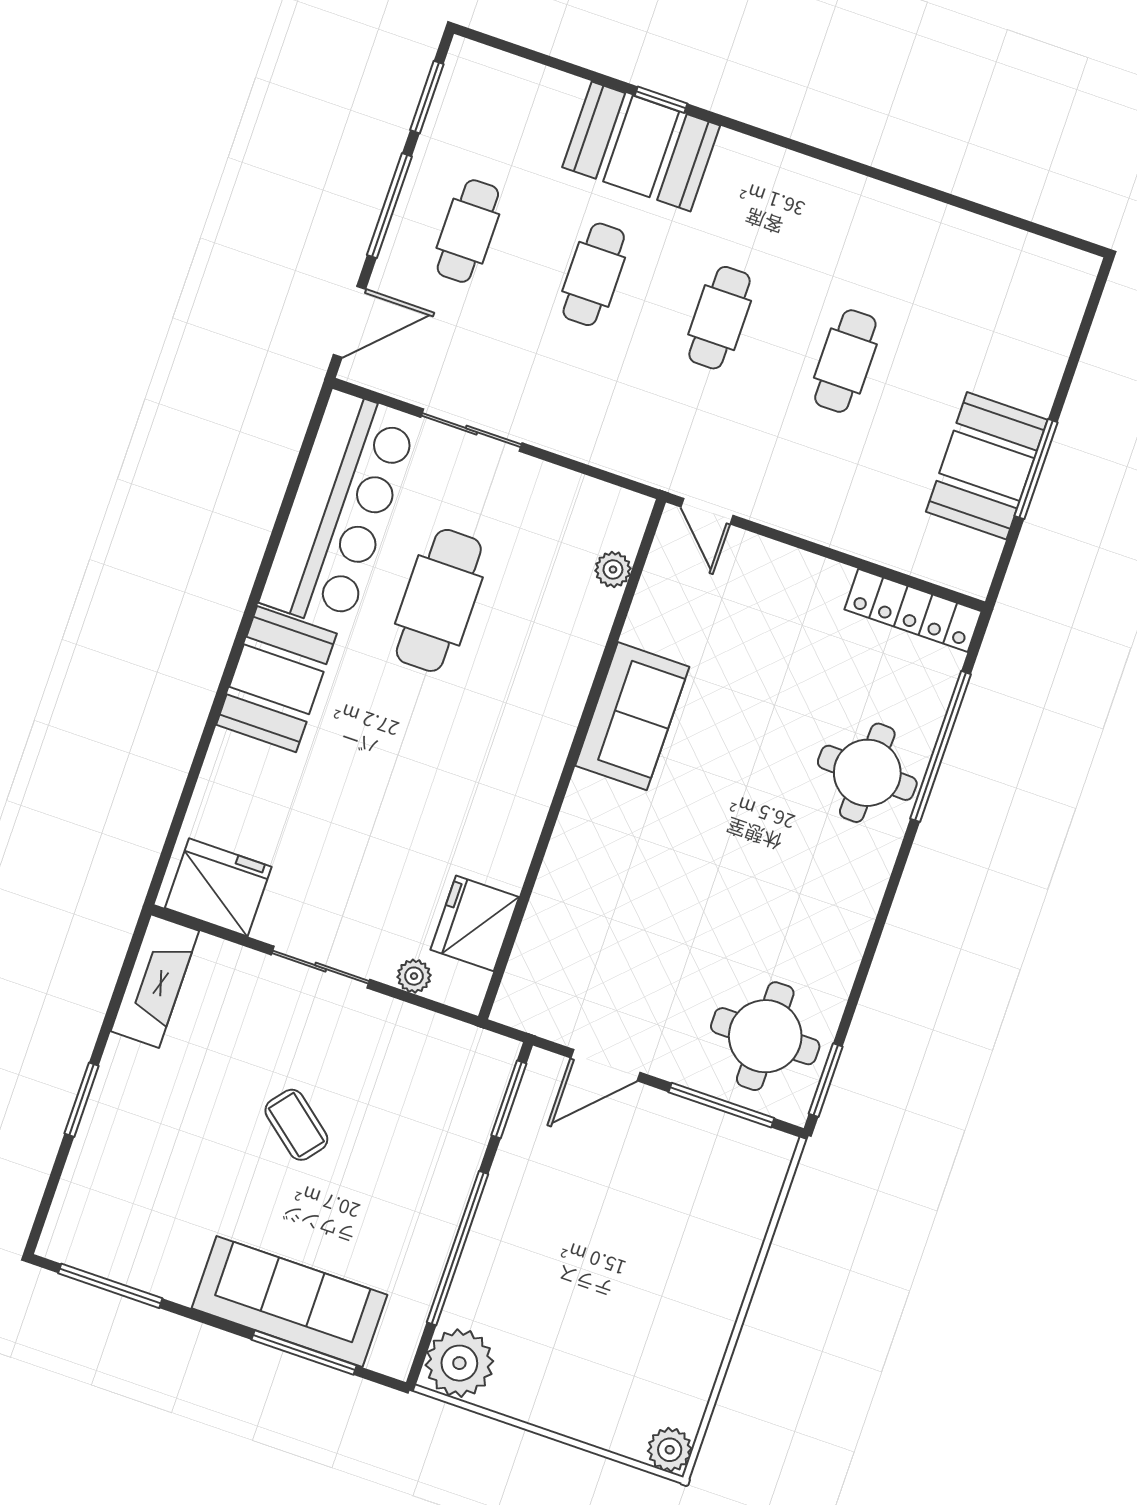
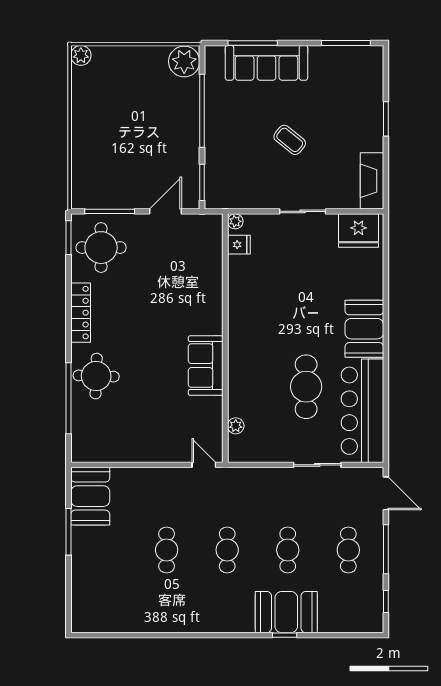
window: (427, 97) -> (386, 602), width x0.67
door: (349, 322) -> (386, 493), swing flipped
booth: (987, 466) -> (90, 496), moved
locker: (913, 610) -> (81, 313), moved, turned 90
fridge: (475, 923) -> (239, 245), width x0.53, depth x0.75
plant: (414, 976) -> (235, 221), moved

